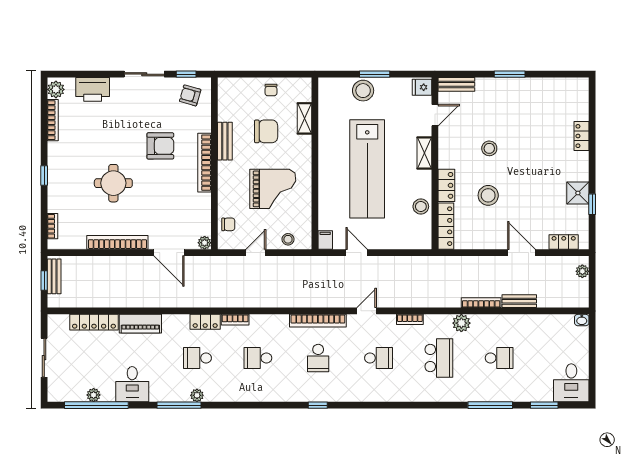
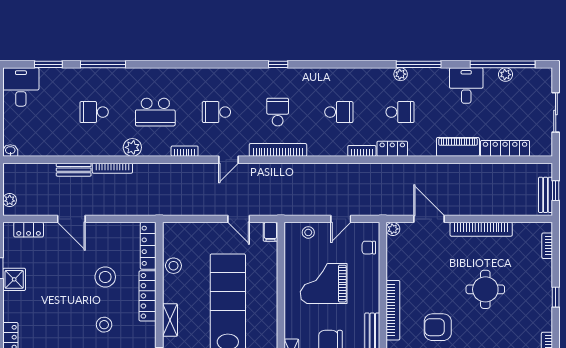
locker: (446, 185) -> (148, 296), width x1.53
school desk: (439, 358) -> (155, 112), turned -90

